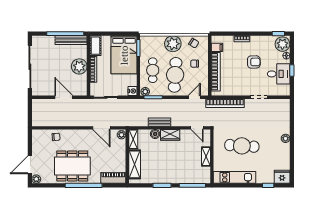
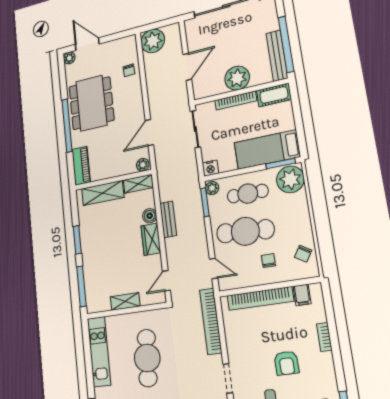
plant: (173, 44) -> (290, 179), moved
bed: (124, 55) -> (267, 150), width x0.67
plant: (40, 118) -> (153, 41), added

